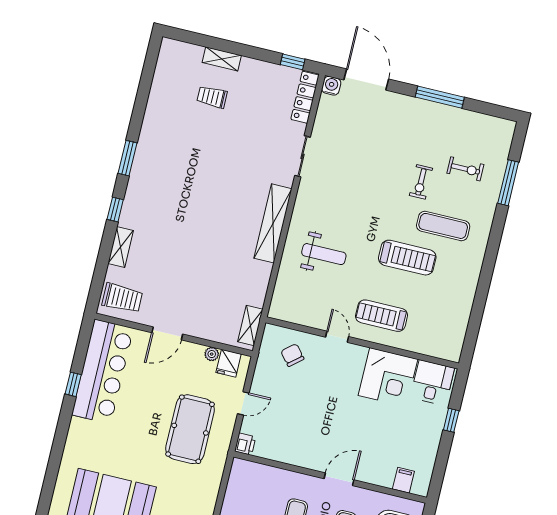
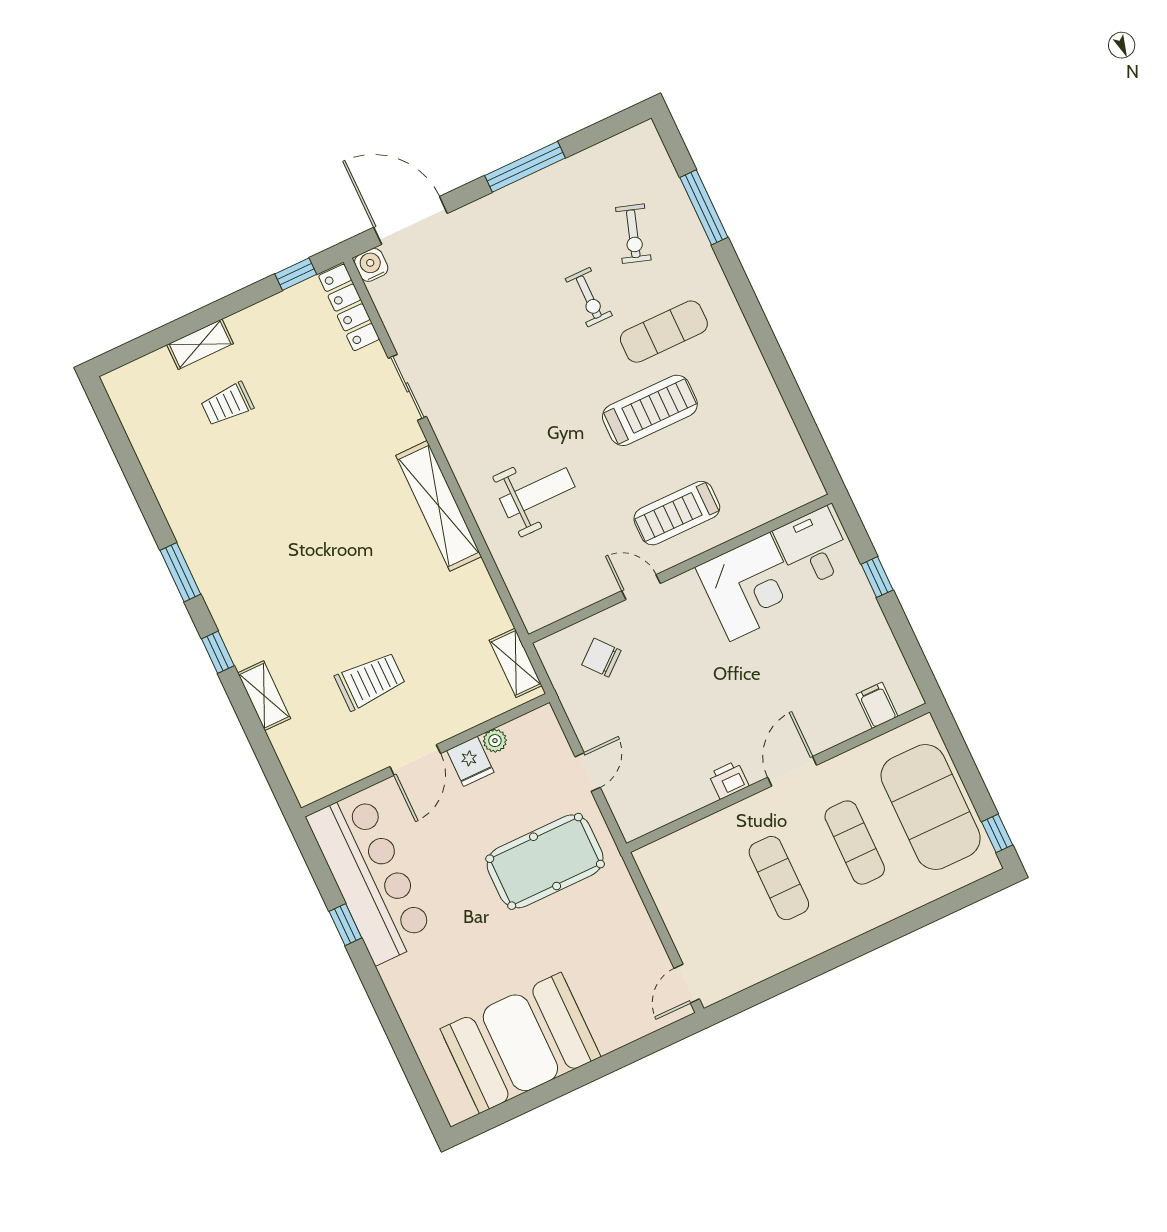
exercise bike: (465, 169) -> (633, 234), turned 108
trolley: (122, 298) -> (370, 681), moved
fridge: (229, 363) -> (470, 761), moved
pool table: (190, 429) -> (545, 861), turned 90
printer: (245, 444) -> (729, 780), moved, turned -90

